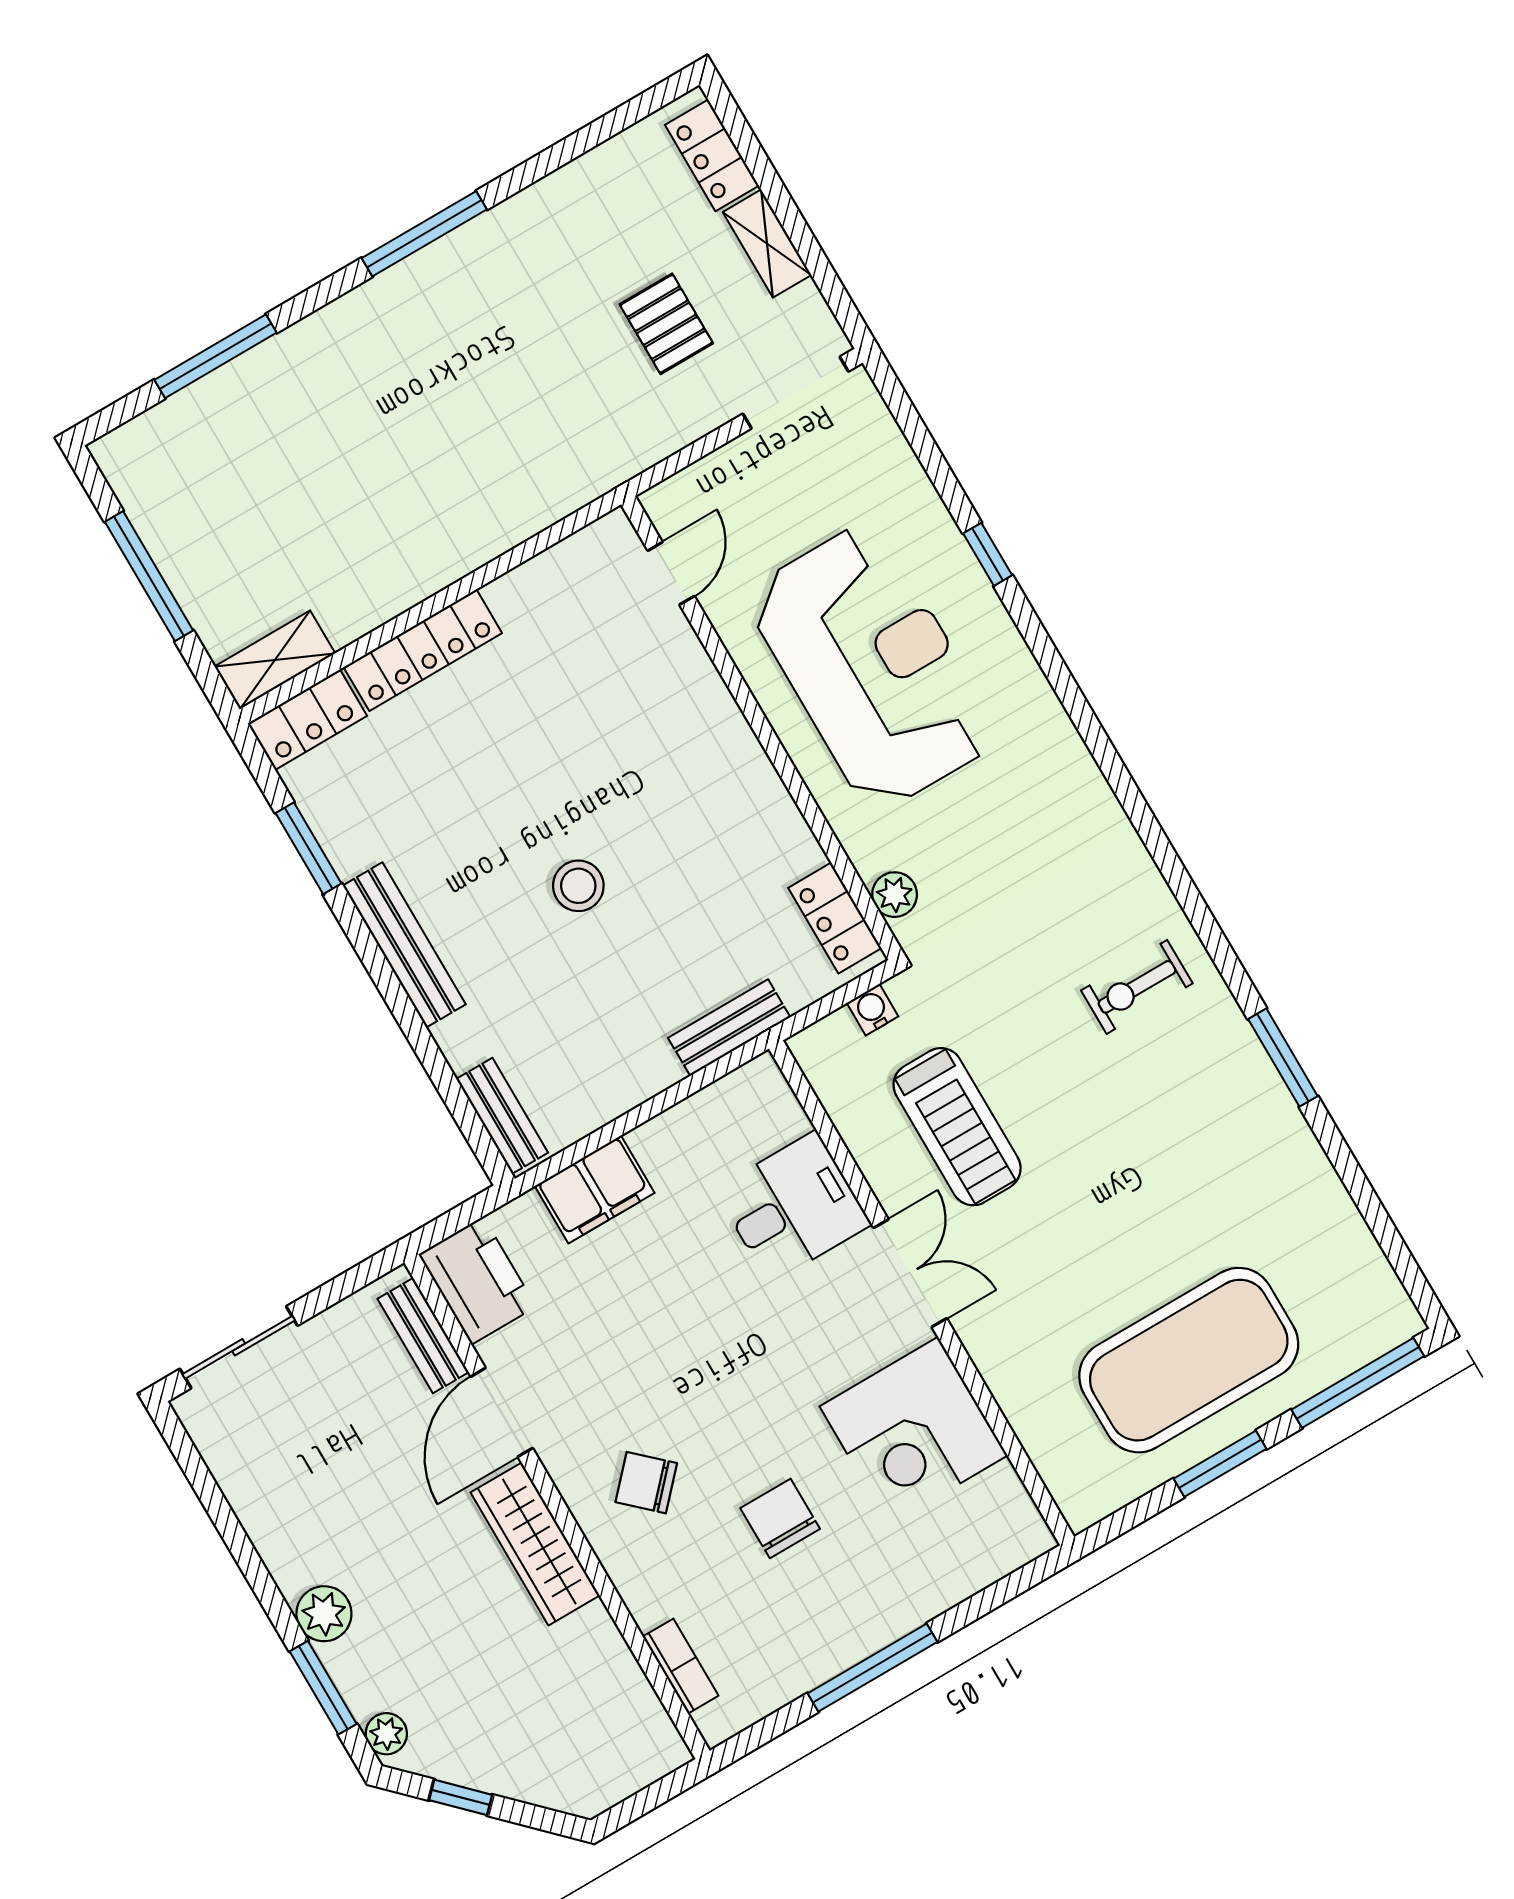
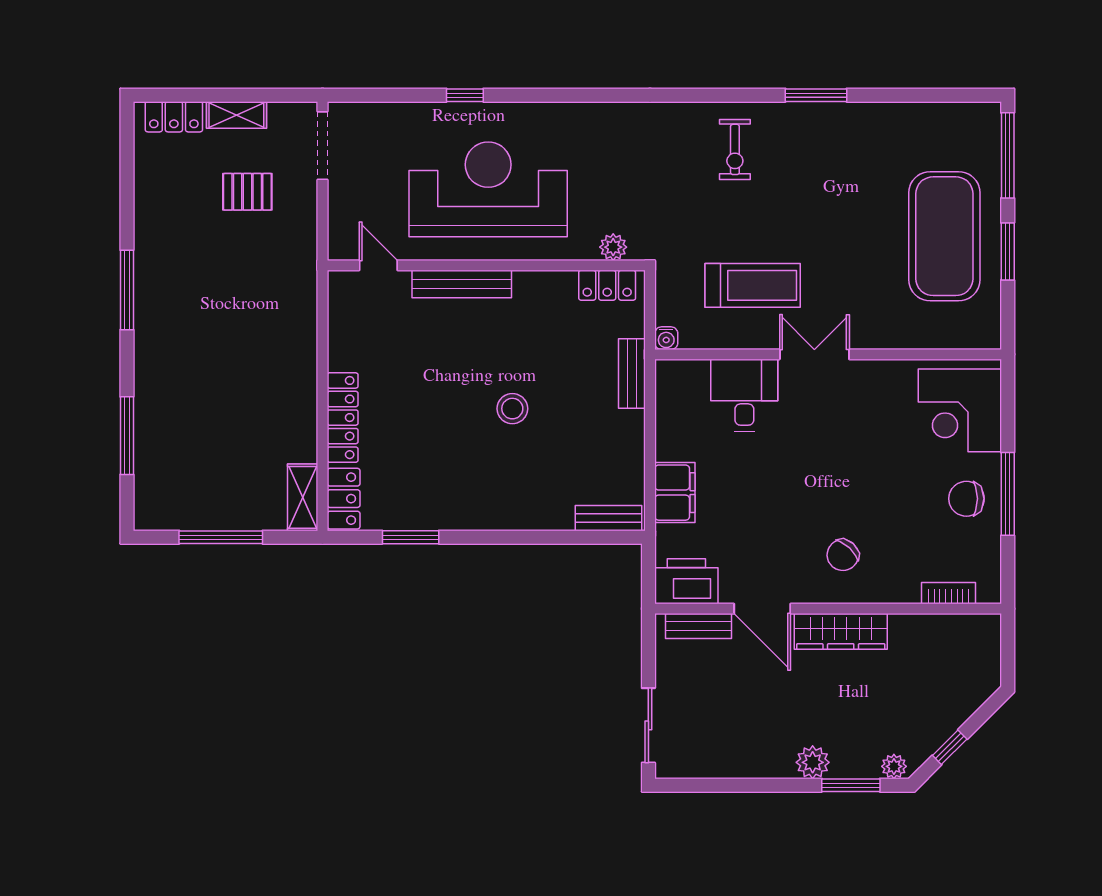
bench: (404, 945) -> (462, 284), moved
water cooler: (873, 1010) -> (666, 338), moved, turned -90
corner desk: (914, 1431) -> (960, 410), moved, turned 90
chair: (780, 1518) -> (966, 499), moved

